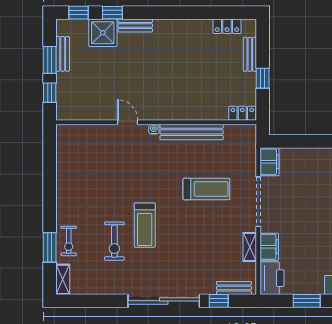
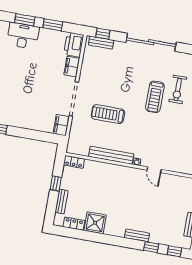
shower: (103, 33) -> (95, 223), moved
treadmill: (145, 225) -> (155, 97), turned 180
exercise bike: (114, 241) -> (178, 89), turned 180
shelving: (250, 247) -> (85, 69), removed
window: (219, 301) -> (103, 34), moved

